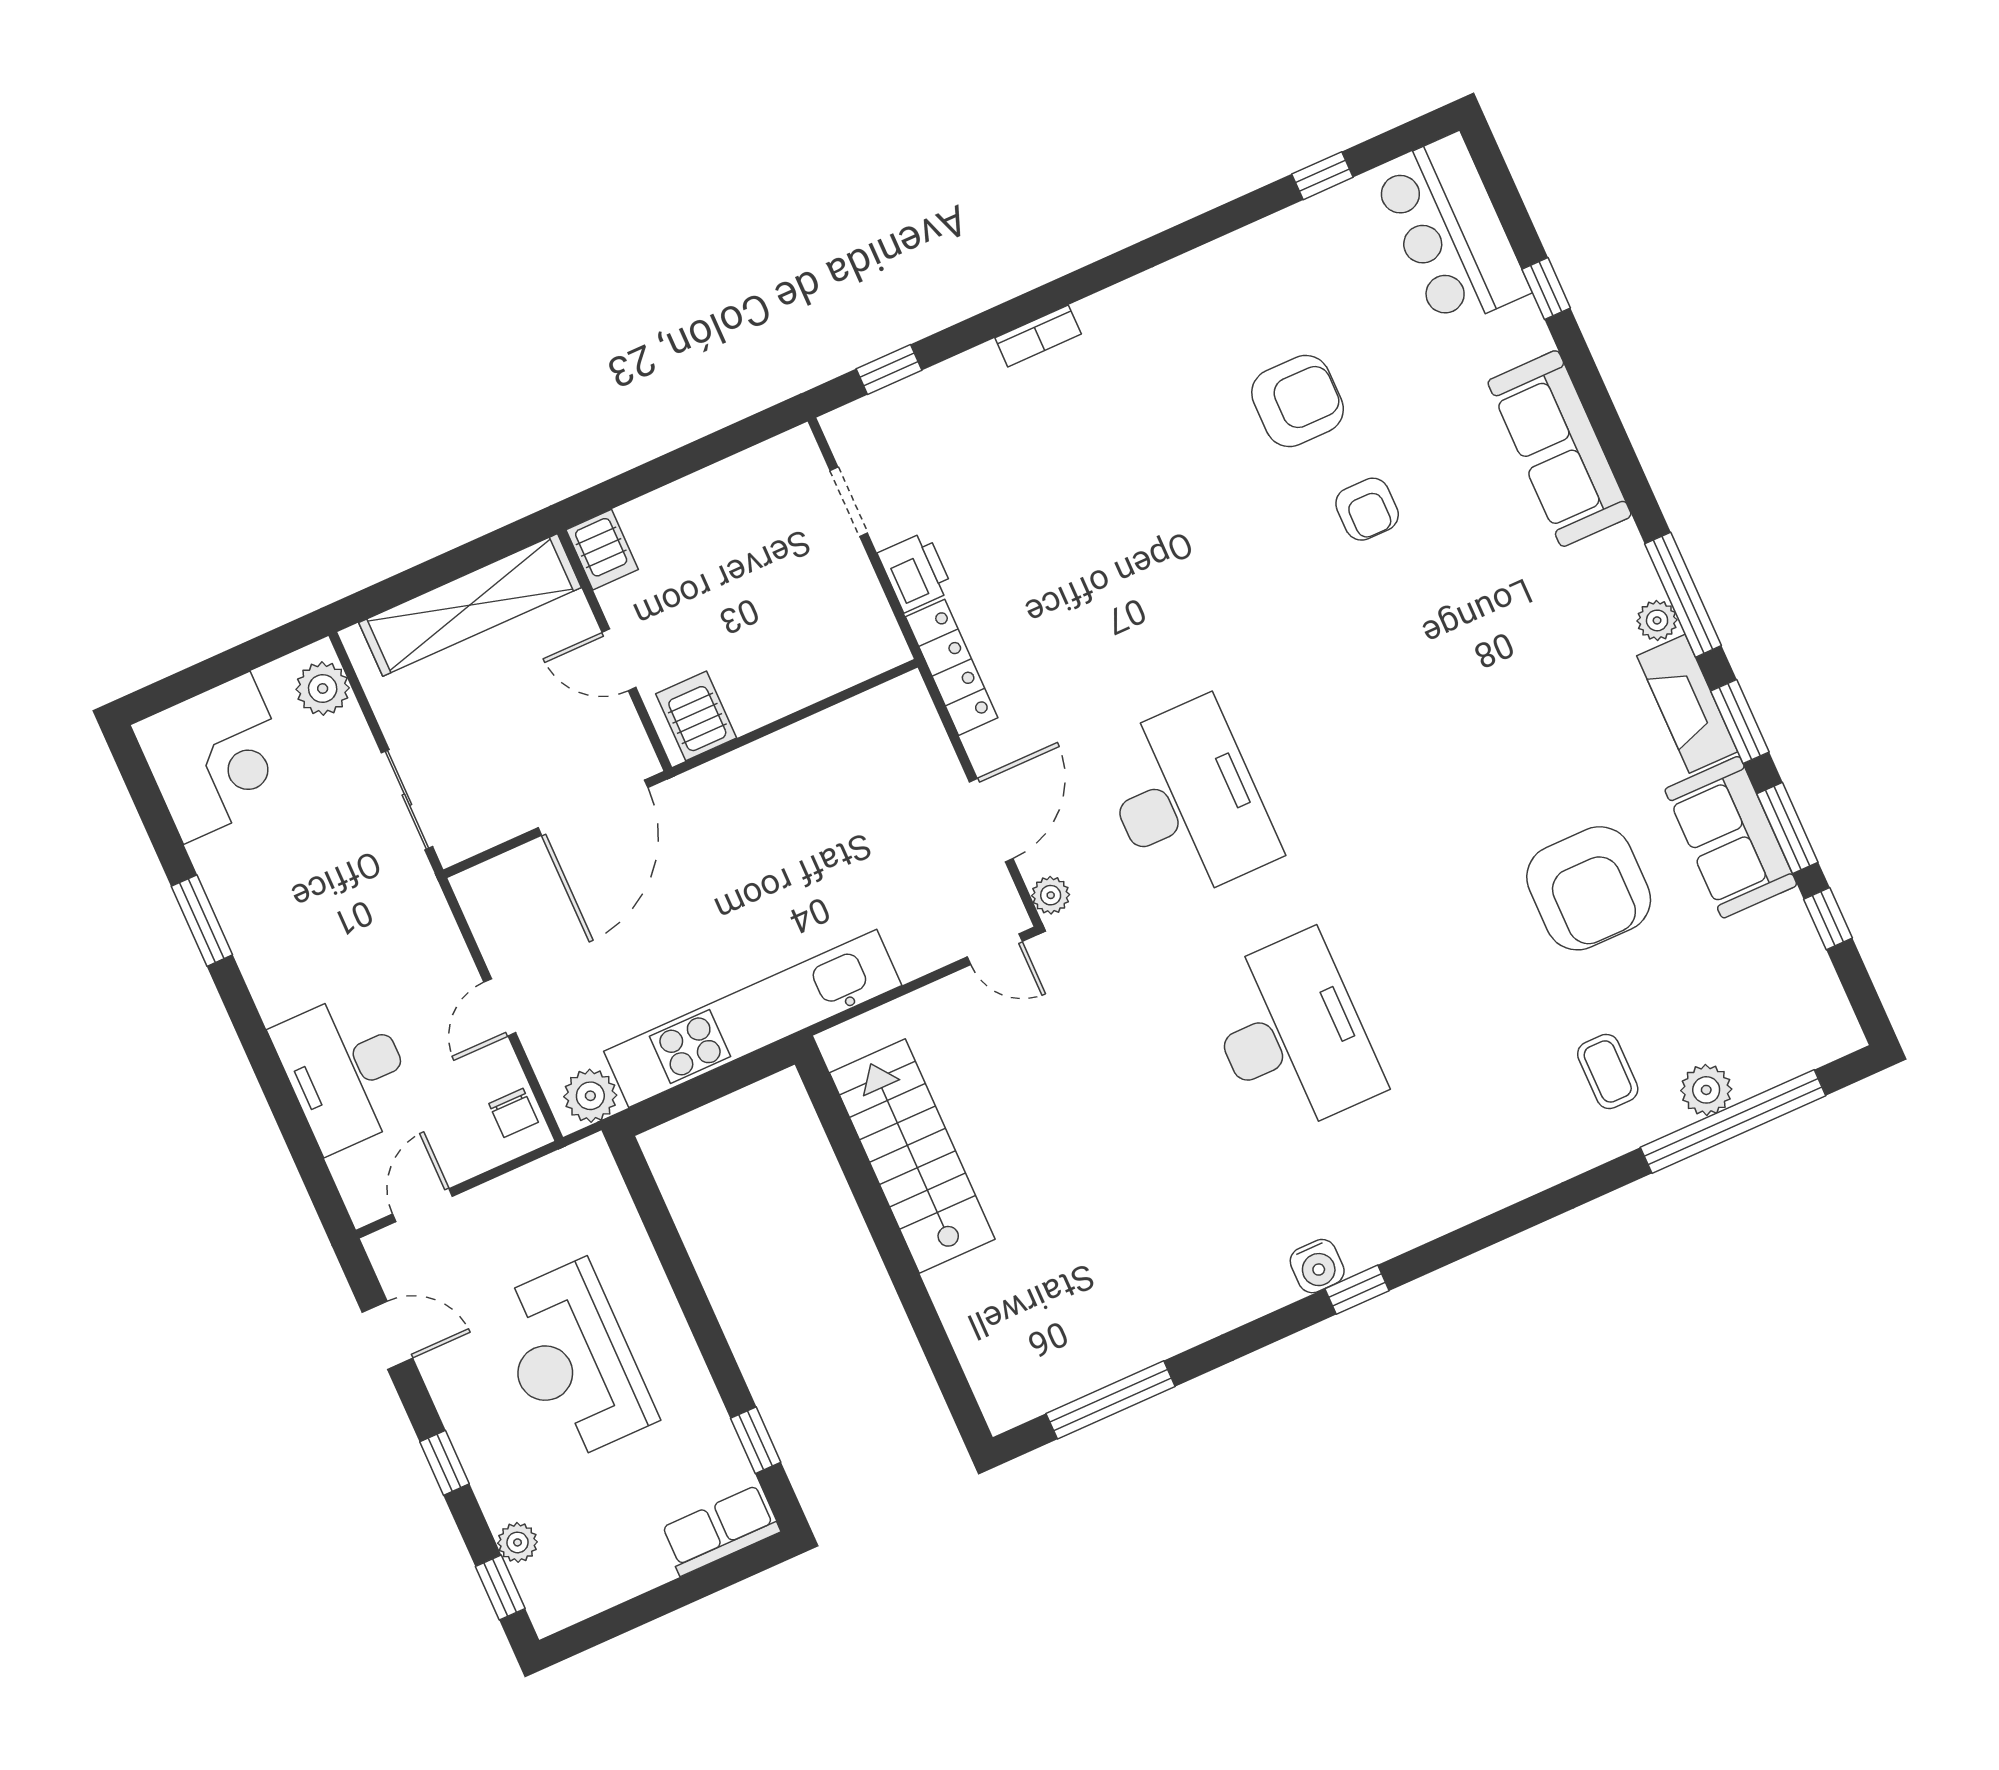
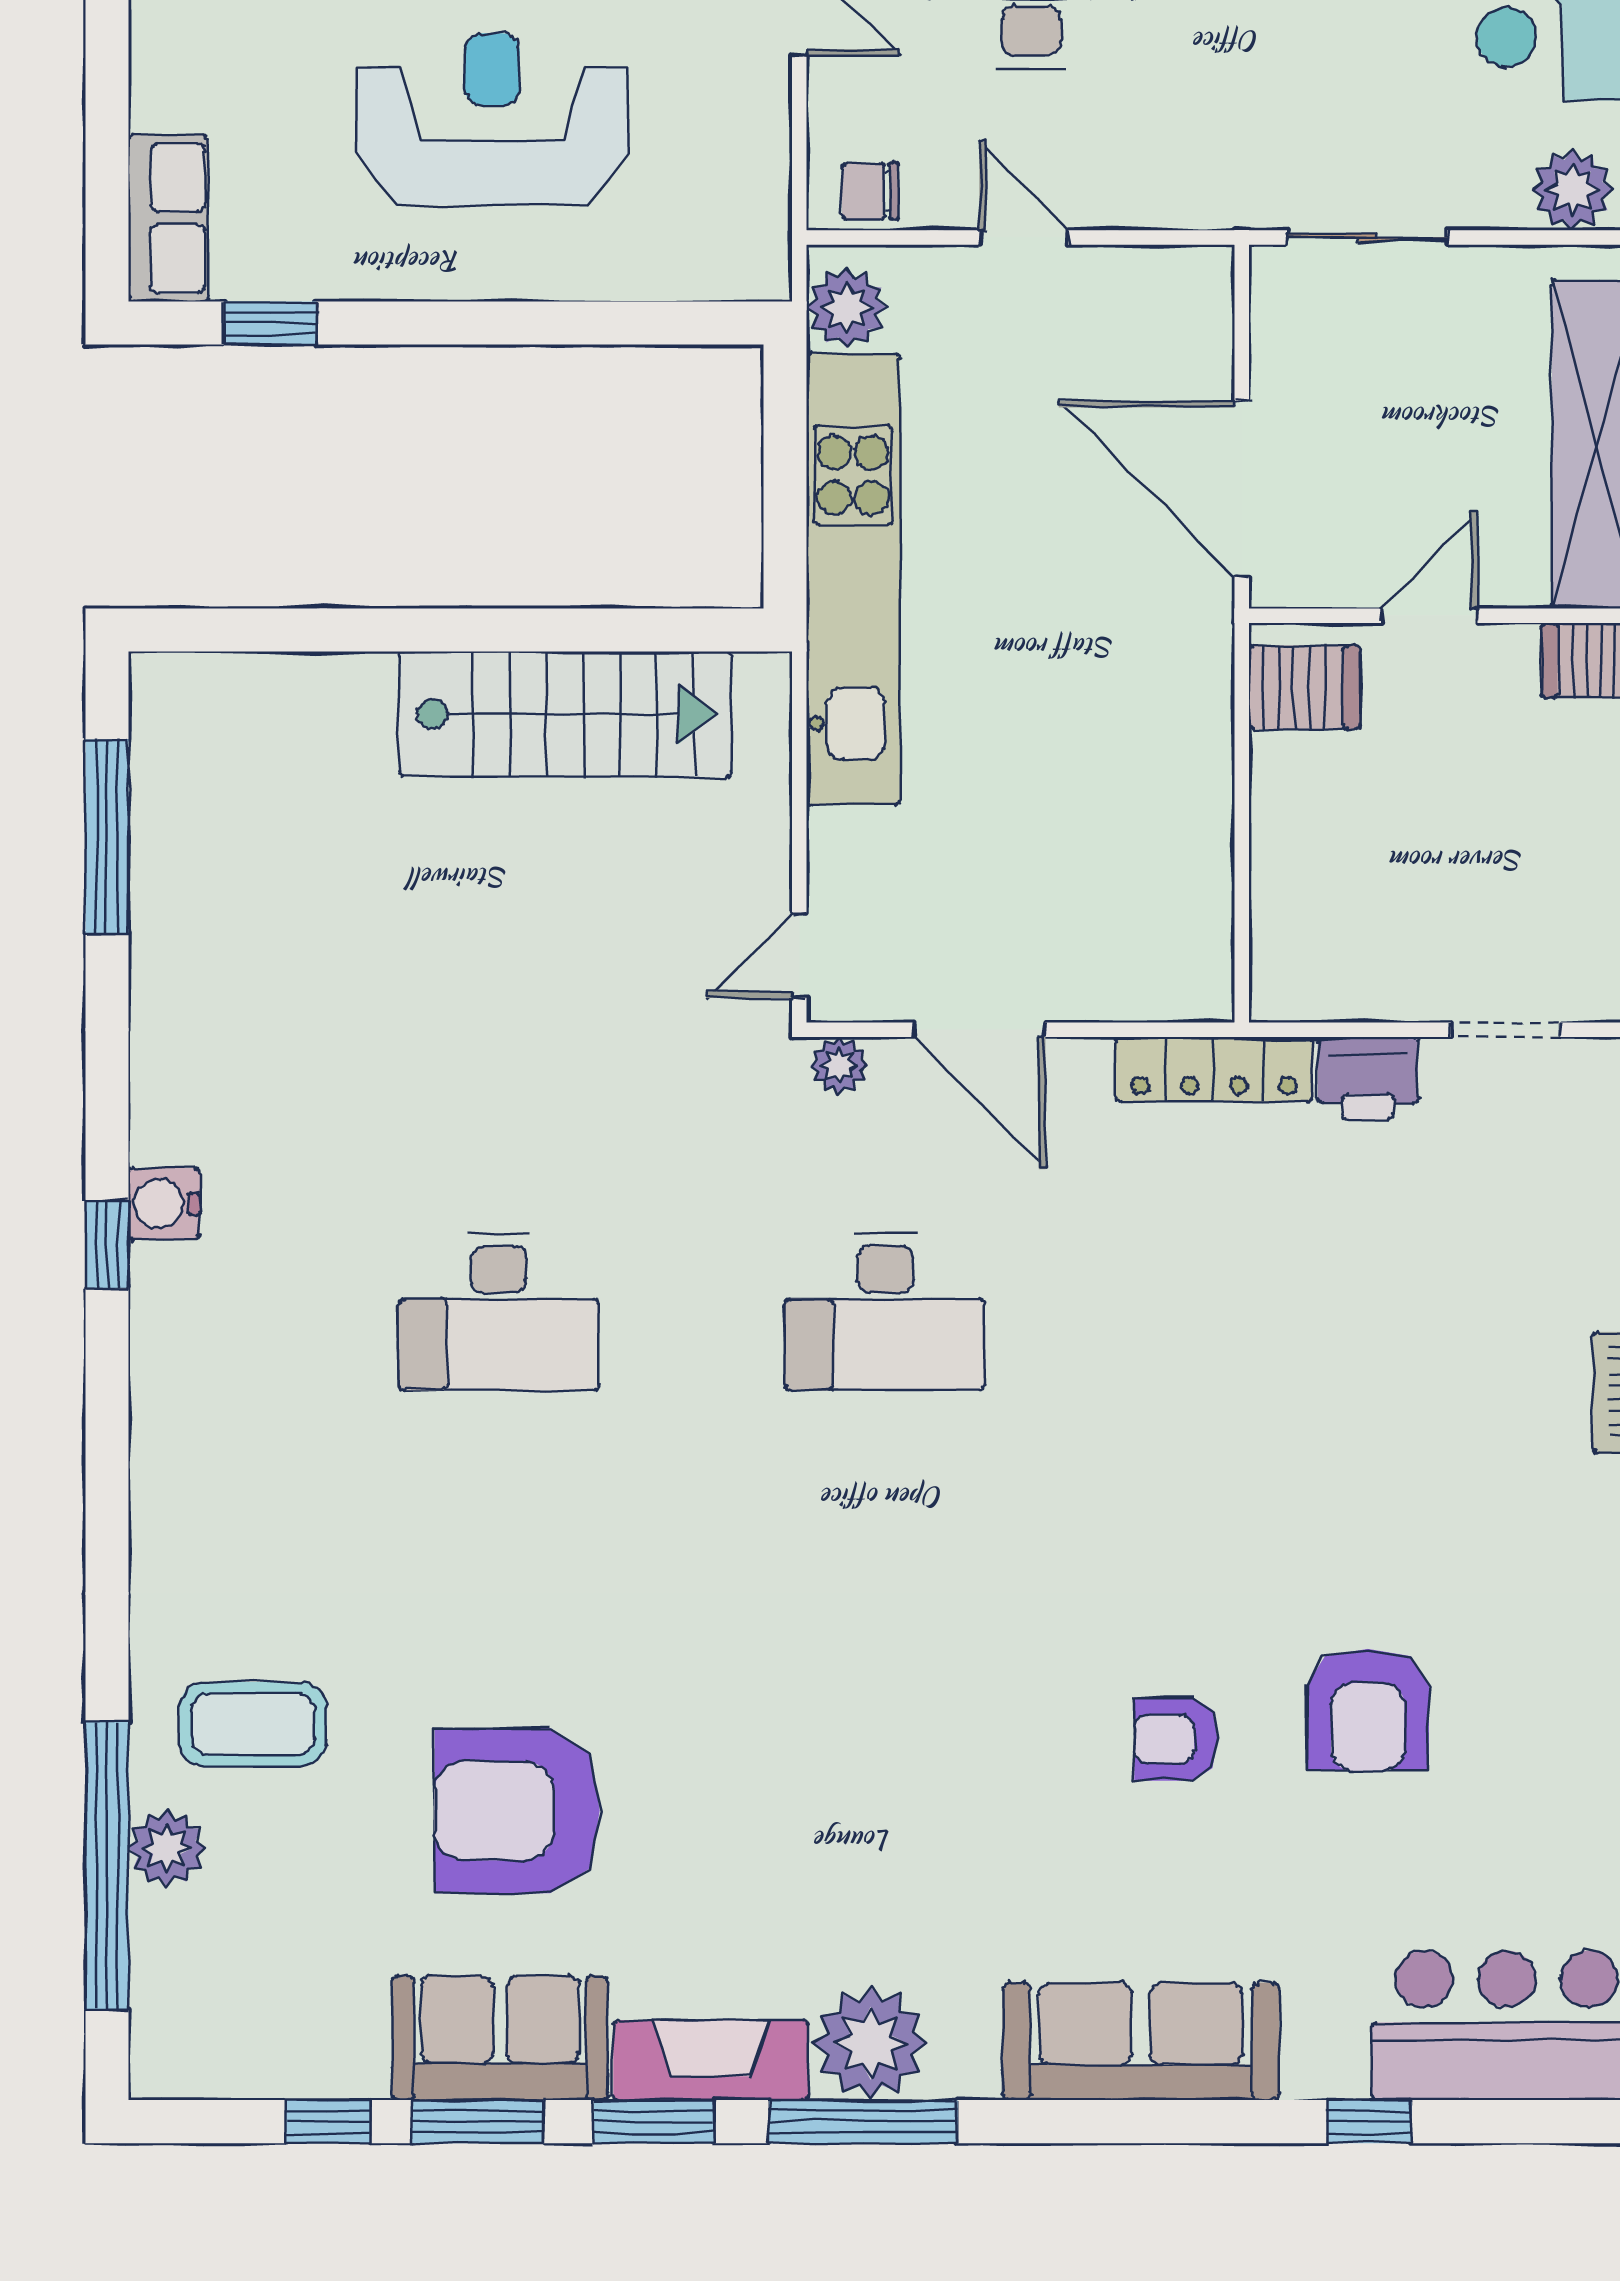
plant: (1657, 620) -> (871, 2043), width x1.88, depth x1.88
desk: (1187, 801) -> (885, 1312), width x0.73, depth x0.77
desk: (1292, 1034) -> (499, 1312), width x0.73, depth x0.77
coffee table: (1608, 1071) -> (253, 1724), width x1.36, depth x1.30

